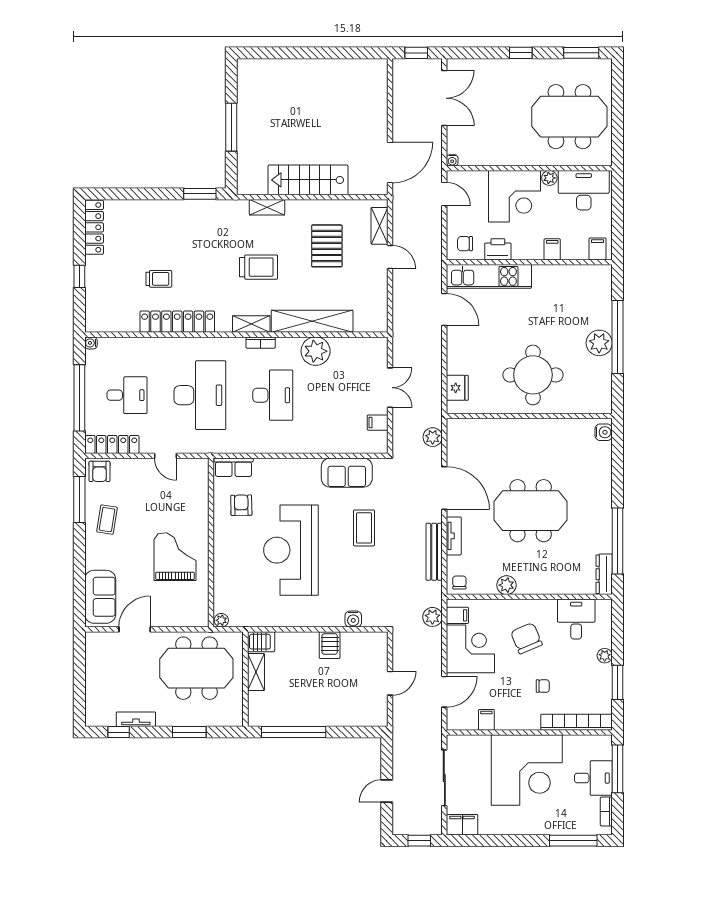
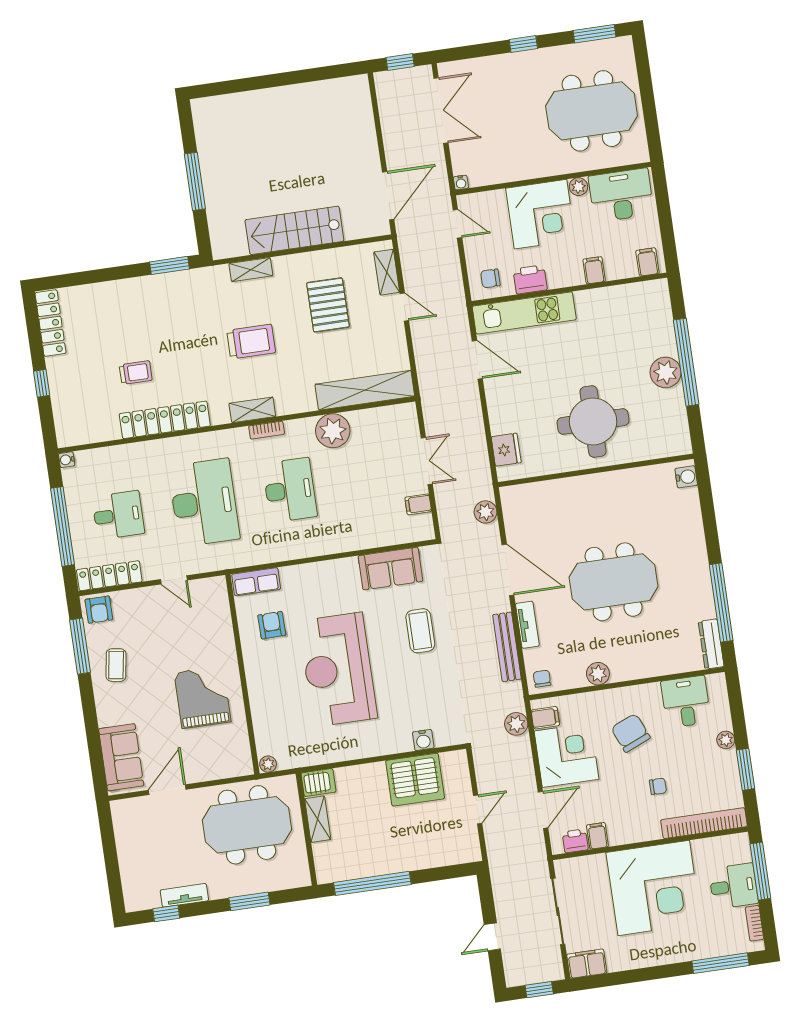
shelving: (312, 321) -> (365, 390), moved
server rack: (330, 645) -> (415, 780), width x2.18, depth x1.44
printer: (467, 721) -> (575, 841), added

